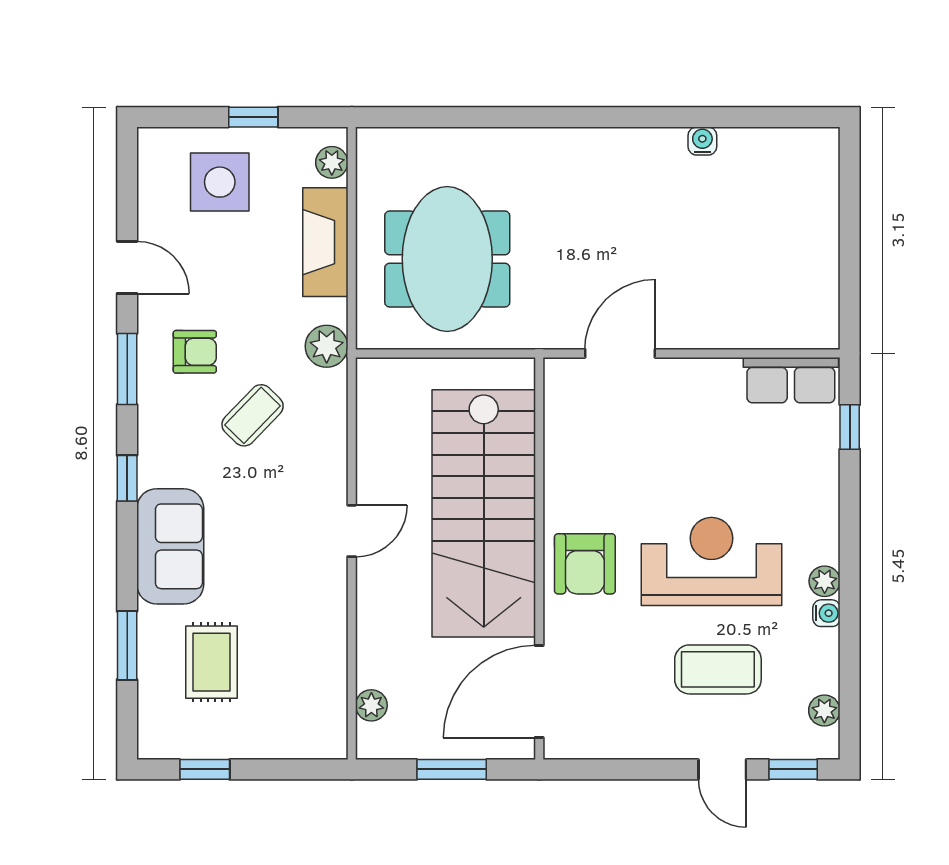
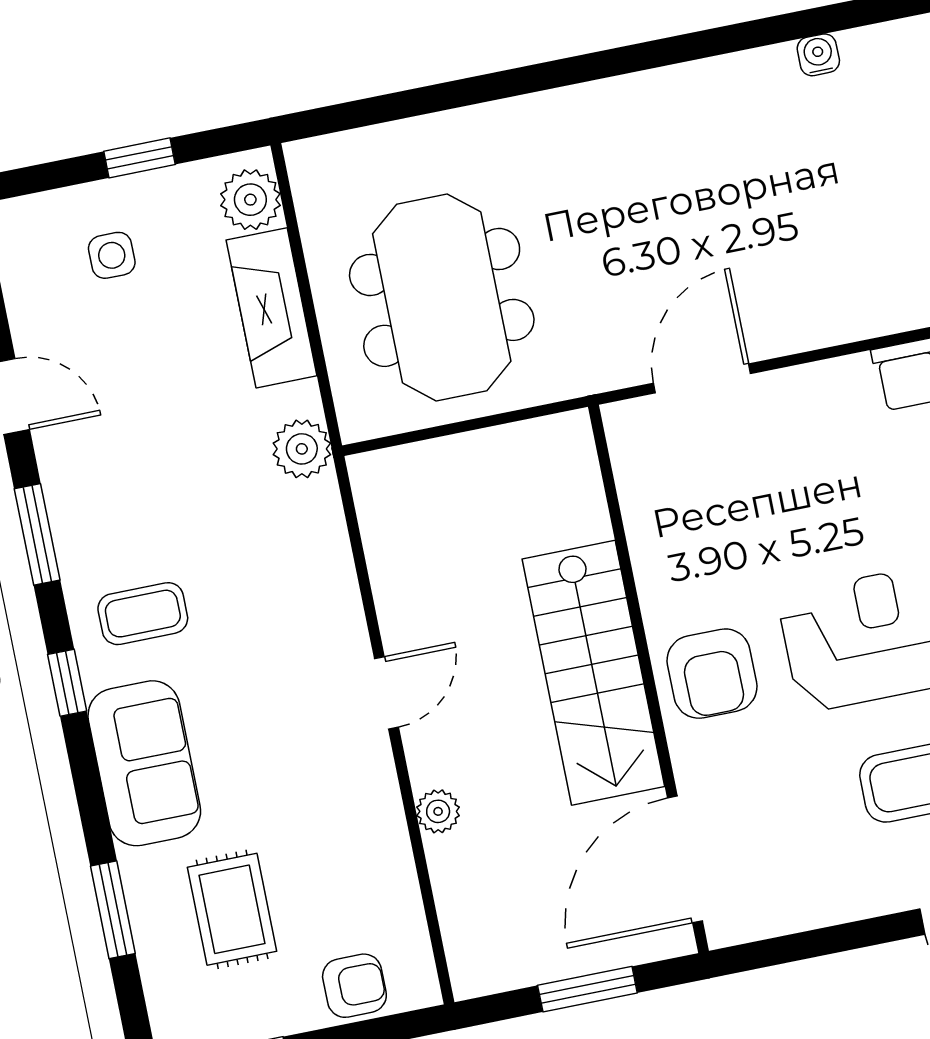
water cooler: (702, 141) -> (818, 55), moved
plant: (332, 162) -> (250, 200), width x1.38, depth x1.38
side table: (220, 182) -> (112, 255), width x0.54, depth x0.54
armchair: (195, 352) -> (354, 986), moved
coffee table: (253, 415) -> (143, 614), moved, turned 46
stairs: (484, 513) -> (593, 673), width x0.73, depth x0.66
plant: (371, 705) -> (438, 811), moved

